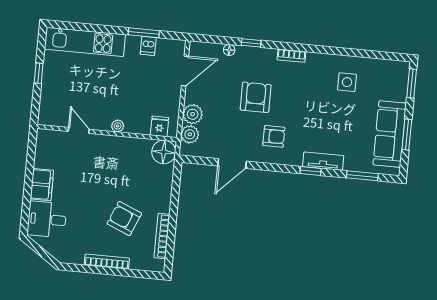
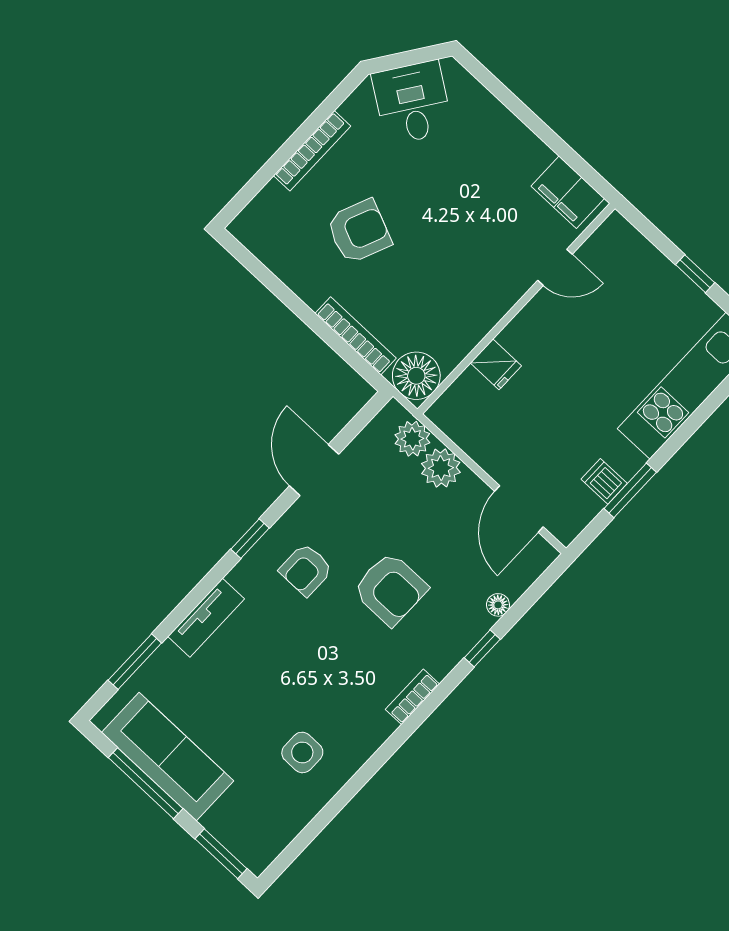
plant: (118, 126) -> (514, 334), removed
fridge: (160, 126) -> (496, 364), moved
window: (407, 135) -> (146, 783), width x1.44
window: (311, 171) -> (250, 539), moved
filing cabinet: (42, 185) -> (568, 192), moved
desk: (47, 219) -> (412, 103), moved, turned -55
bookcase: (162, 236) -> (356, 336), moved

